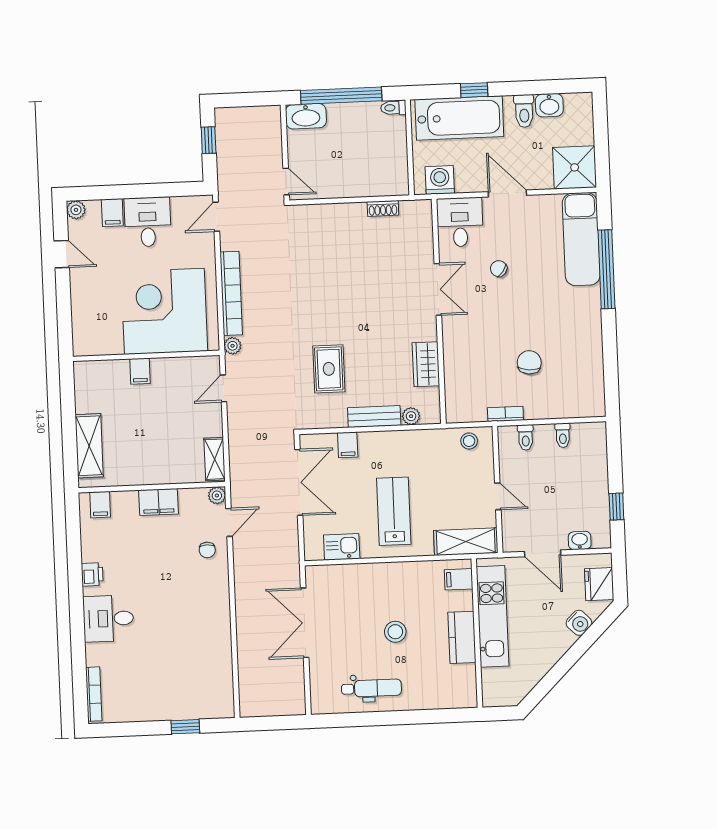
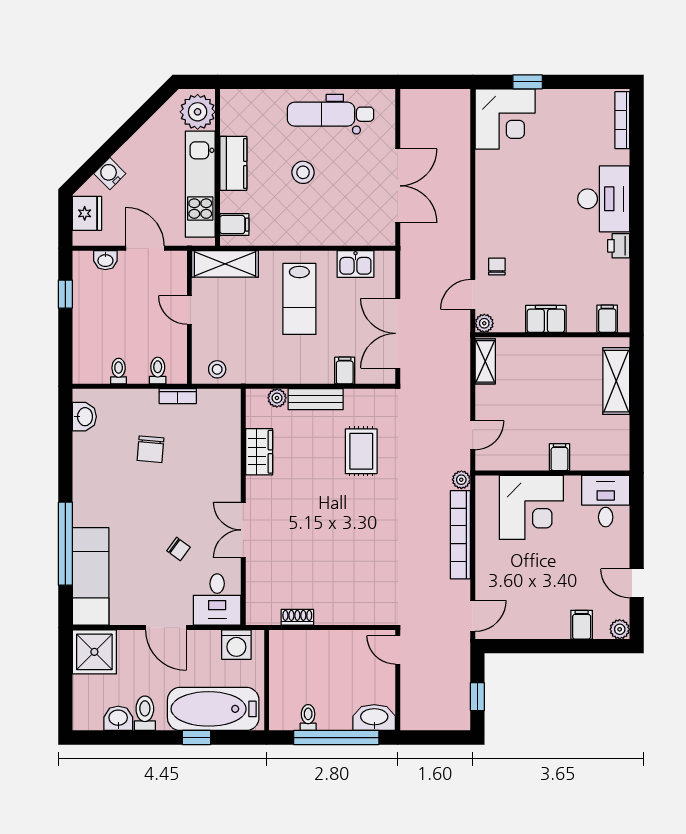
toilet: (393, 108) -> (308, 718), moved, turned -90
desk: (148, 222) -> (606, 501), moved, turned 180
corner desk: (164, 311) -> (531, 507), width x0.74, depth x0.74
washbasin: (593, 391) -> (84, 417), added
desk: (108, 619) -> (604, 199), width x1.37
plant: (498, 685) -> (198, 112), added
dental chair: (371, 688) -> (331, 114), width x1.36, depth x1.38
corner desk: (205, 690) -> (505, 119), added

